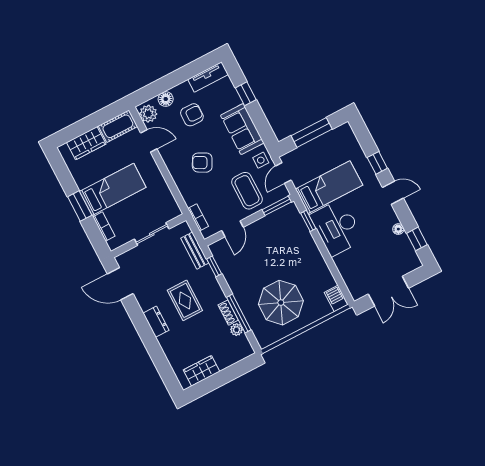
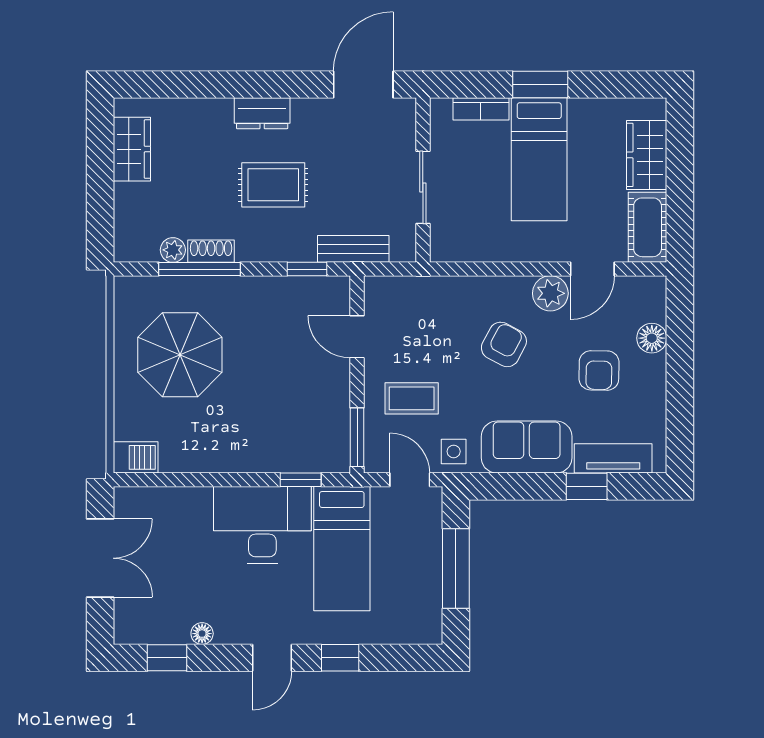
tv unit: (208, 77) -> (613, 458), moved, turned 90
plant: (148, 114) -> (550, 293), moved
coffee table: (247, 191) -> (412, 398), width x0.73, depth x0.77
bookcase: (198, 217) -> (410, 286), removed
double door: (388, 291) -> (100, 558), swing flipped

